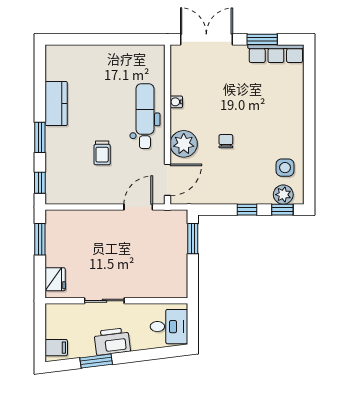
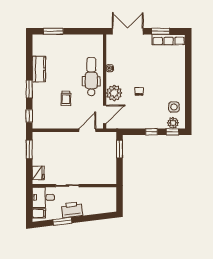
window: (81, 39) -> (53, 31), added
desk: (169, 327) -> (43, 197), moved, turned 180

